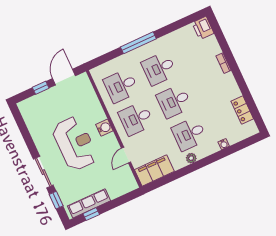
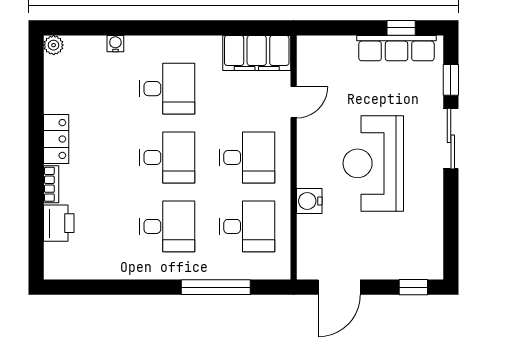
printer: (203, 28) -> (59, 223), moved
window: (138, 43) -> (216, 287), moved
window: (41, 88) -> (413, 287), moved
locker: (242, 110) -> (56, 139), moved
water cooler: (104, 128) -> (309, 201), moved
plant: (191, 158) -> (54, 45), moved

